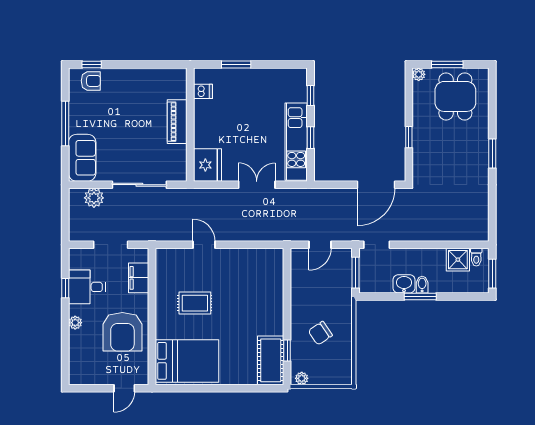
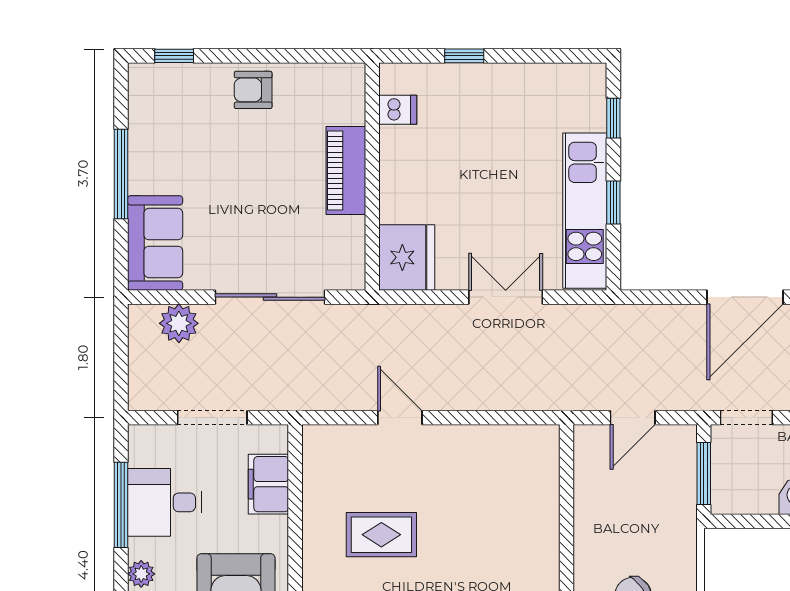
window: (236, 65) -> (464, 56), width x0.67
armchair: (91, 81) -> (253, 90), moved, turned 180
window: (65, 288) -> (121, 505), width x2.17

